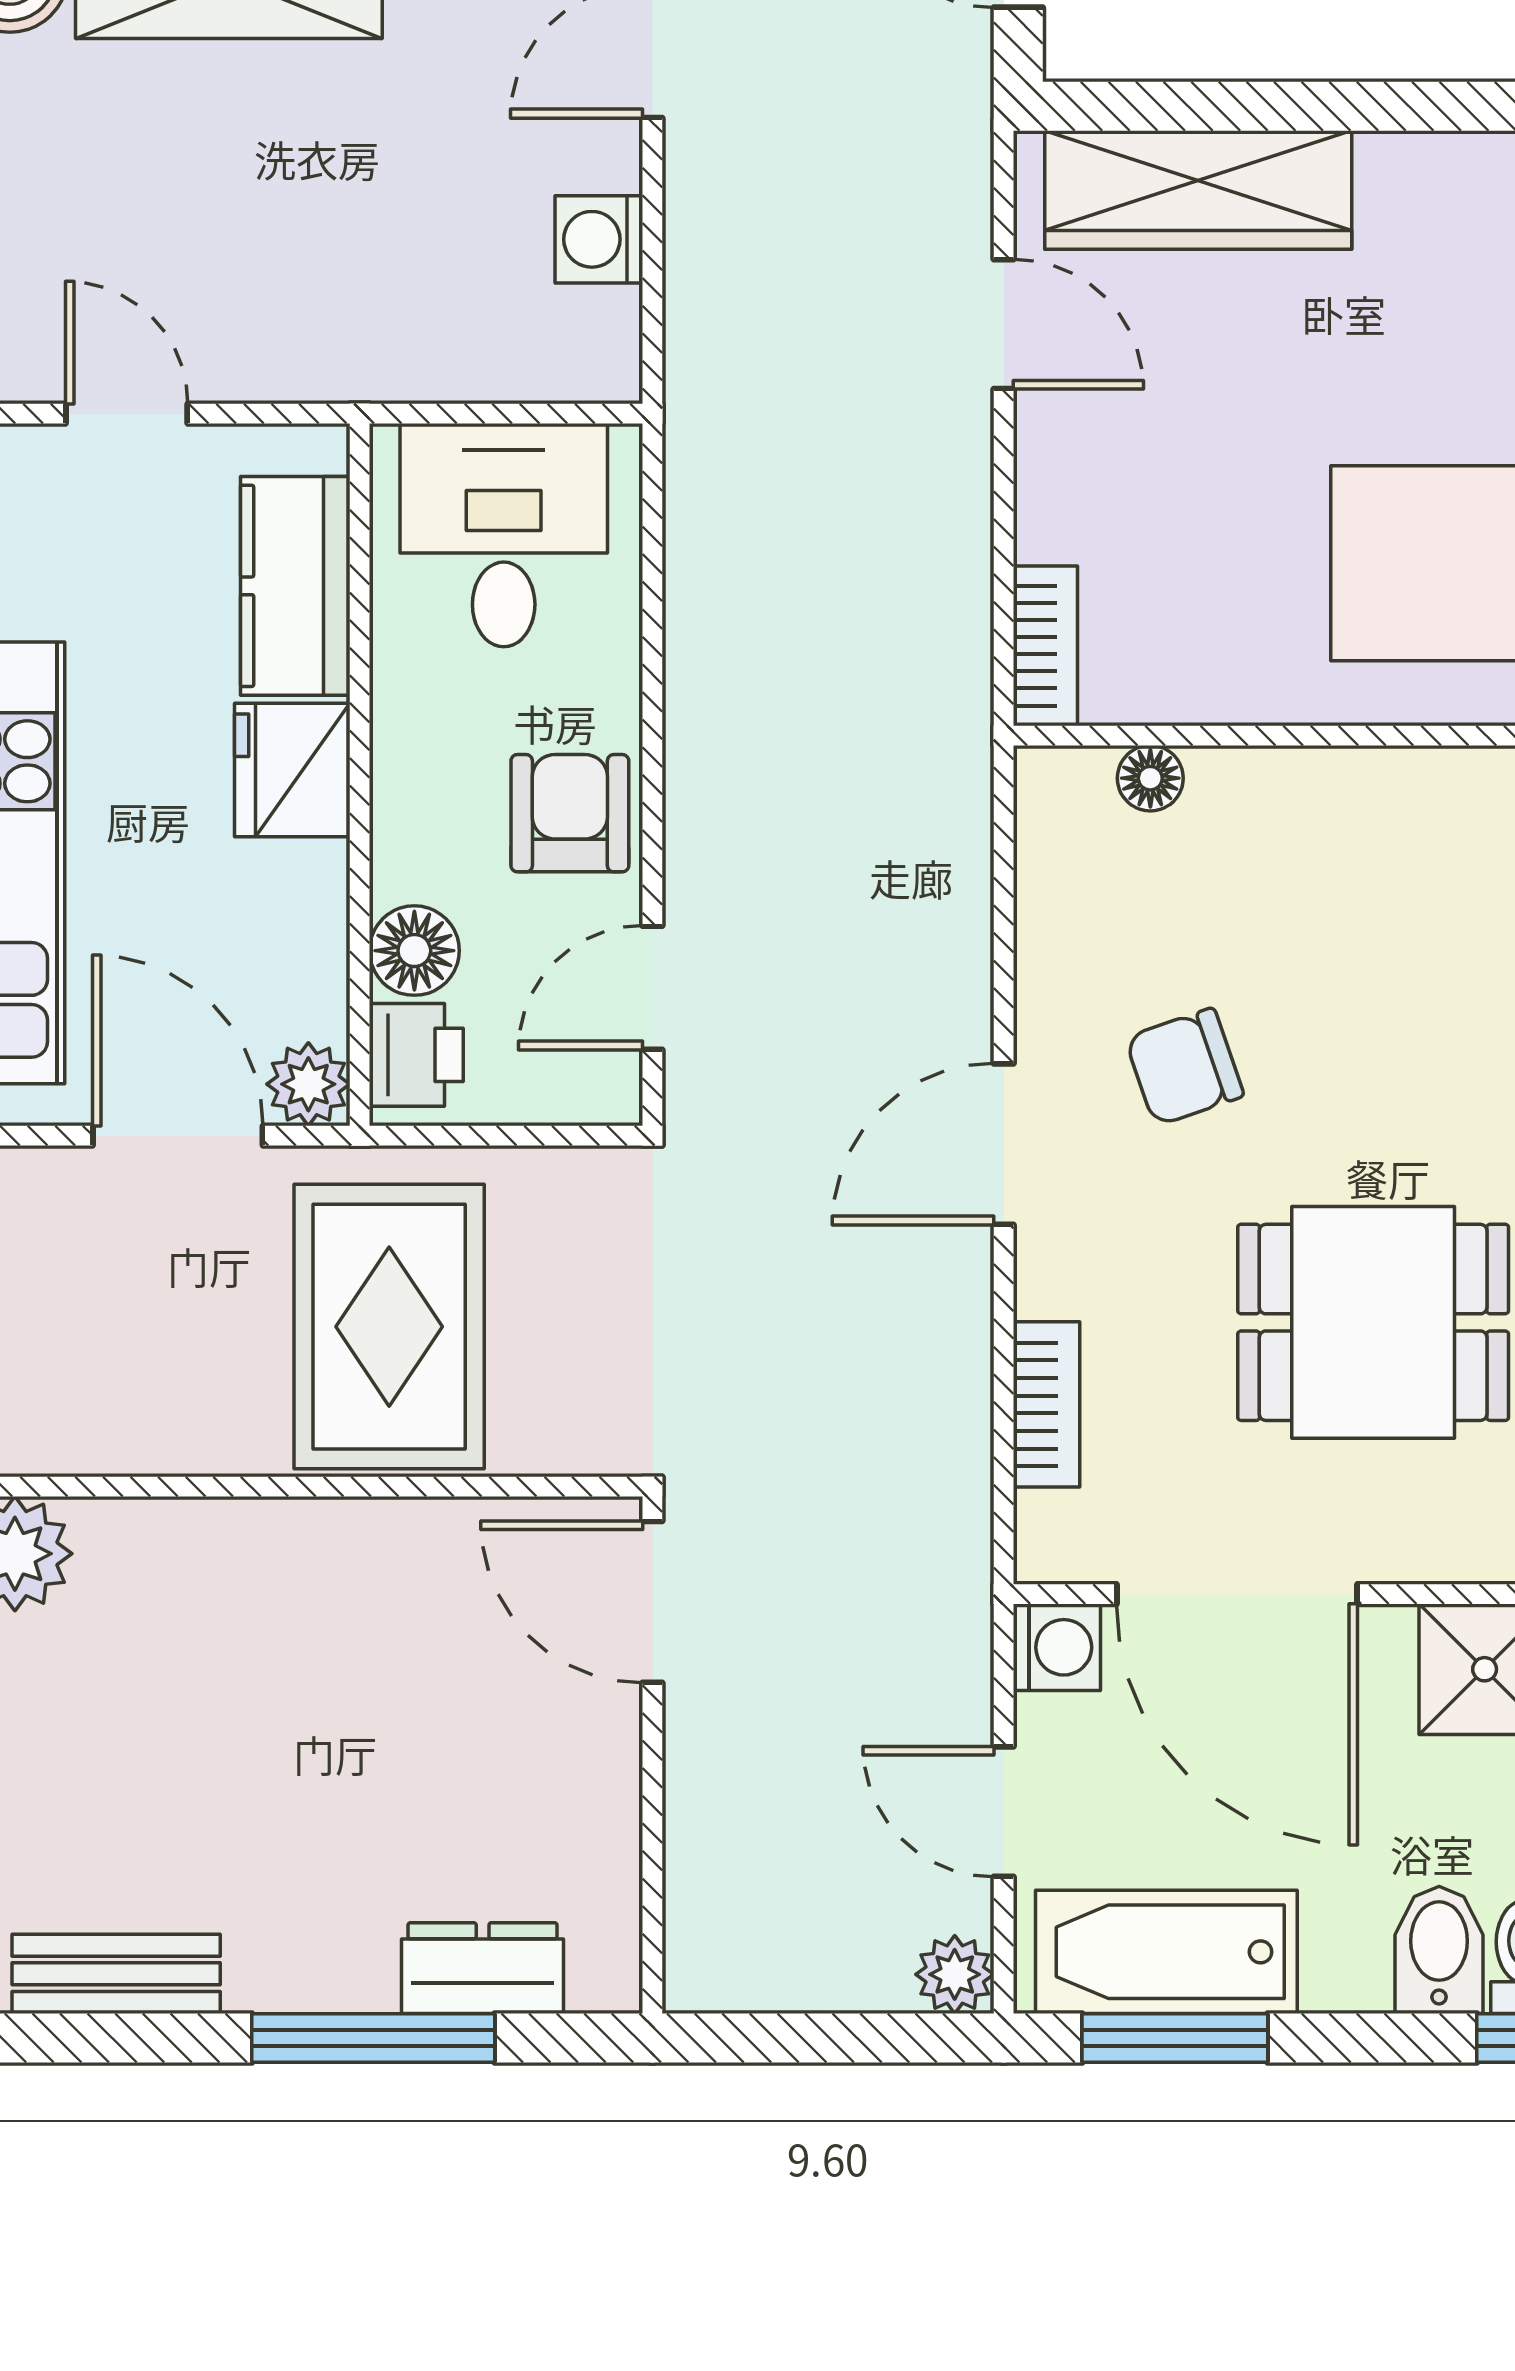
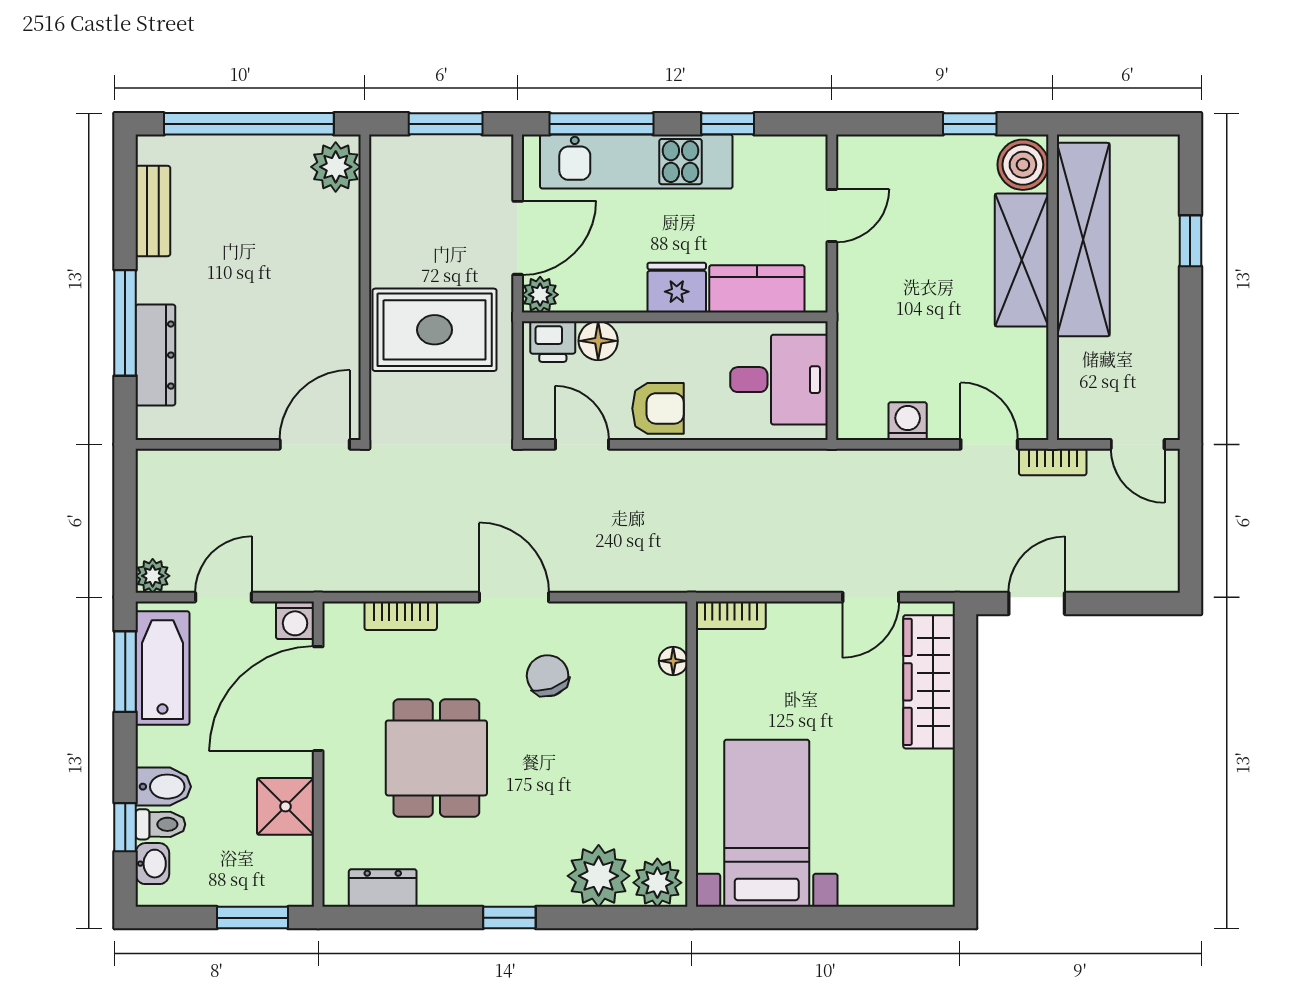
dresser: (483, 1968) -> (155, 355), width x1.44

